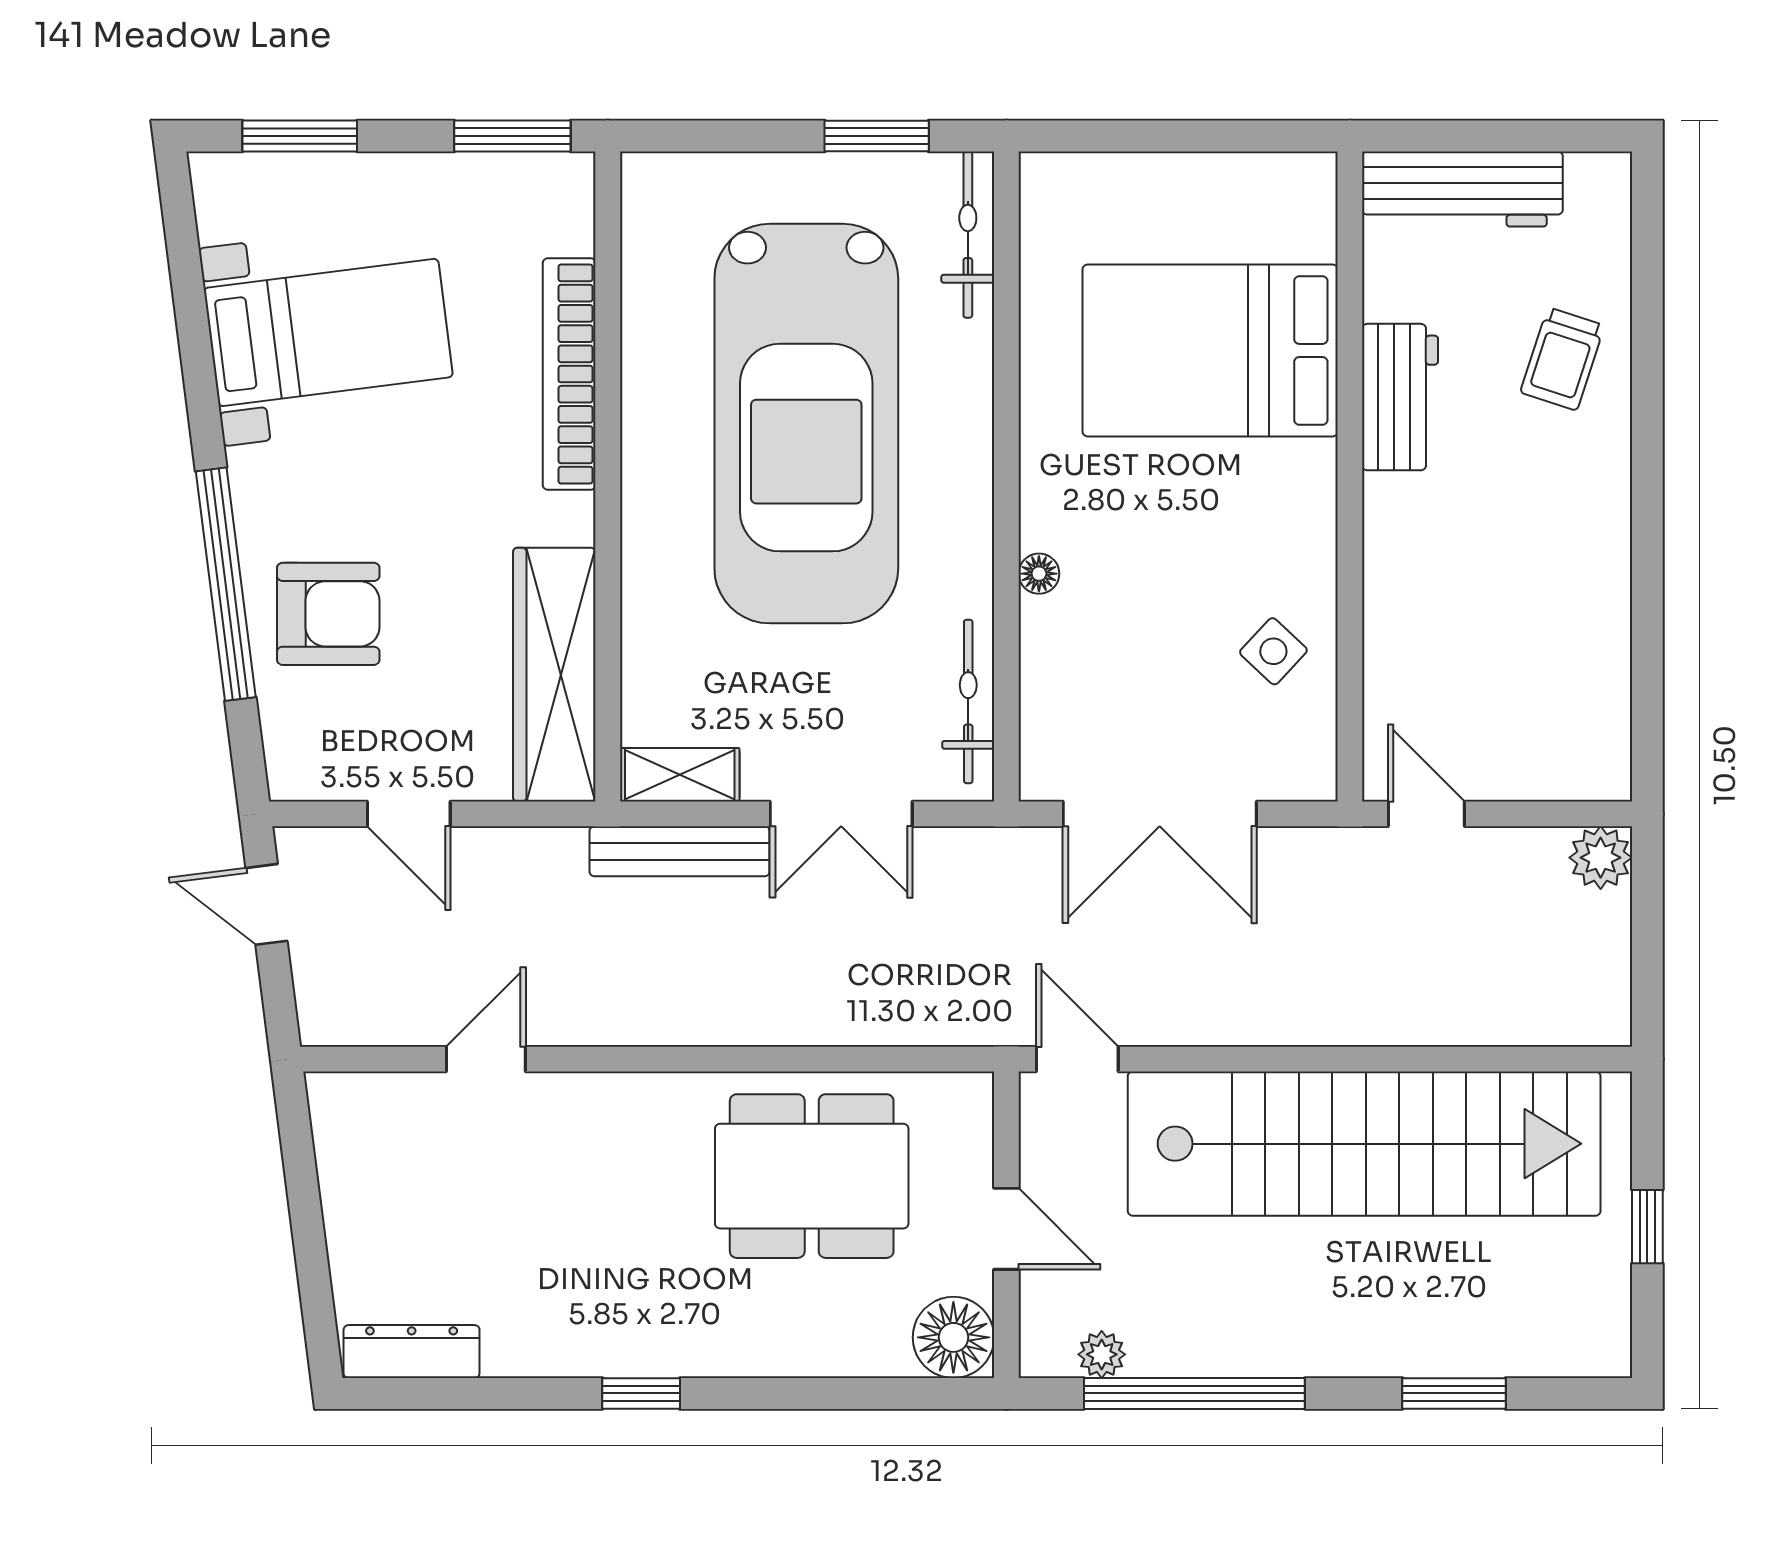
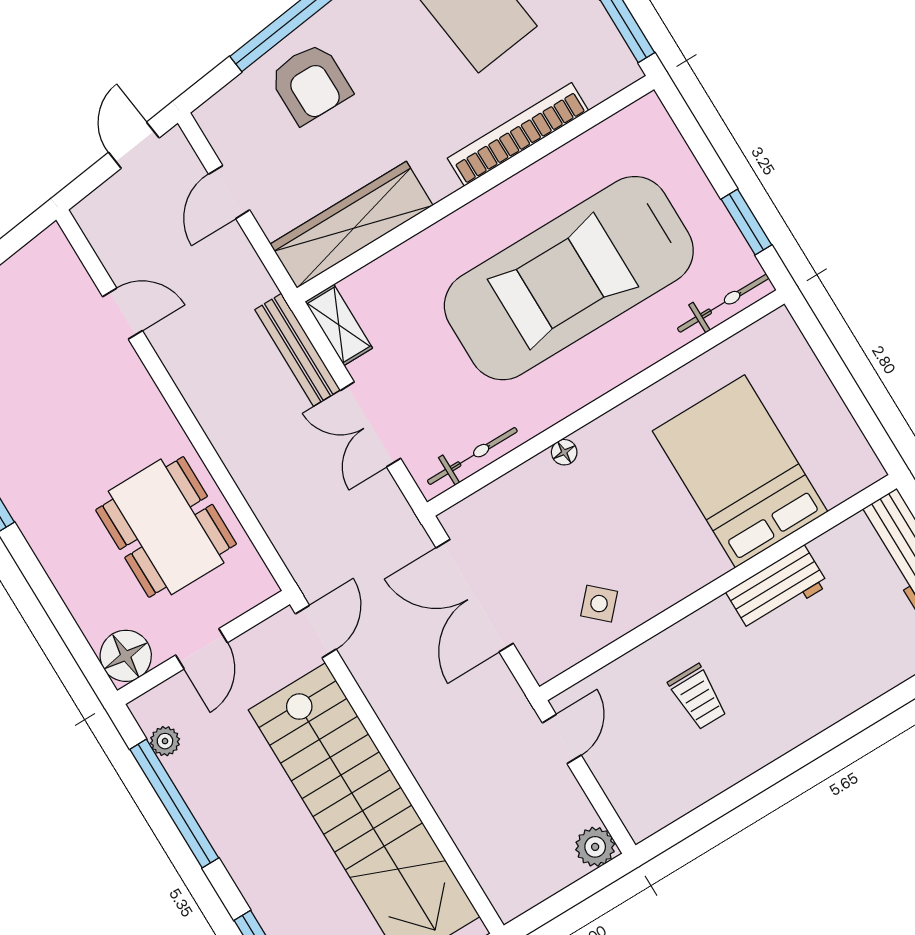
trolley: (1562, 359) -> (698, 697), moved, turned -108

